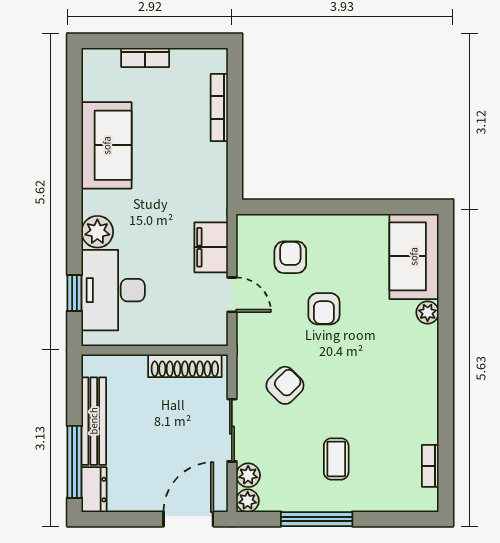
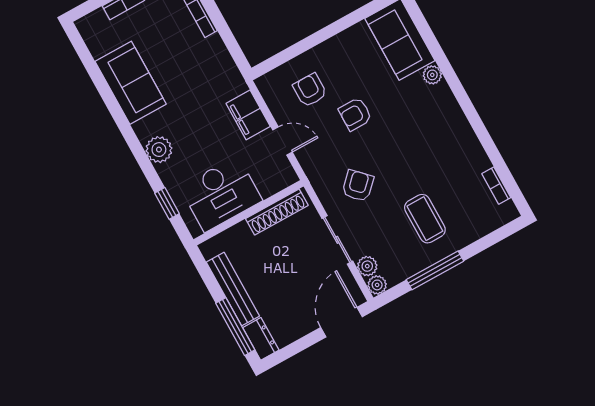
desk: (113, 290) -> (221, 194), moved, turned -90
armchair: (324, 309) -> (355, 114), turned 90
coffee table: (336, 459) -> (425, 219), width x1.36, depth x1.30

